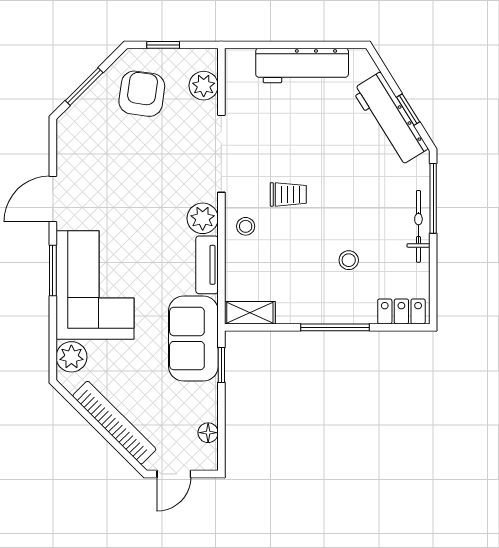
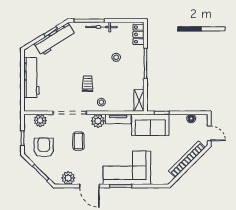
armchair: (142, 94) -> (44, 147), turned 82
coffee table: (156, 173) -> (78, 141), added
plant: (71, 357) -> (68, 178), moved

